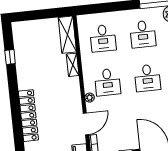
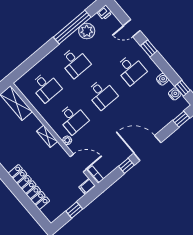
shelving: (73, 65) -> (47, 136), moved
door: (86, 124) -> (78, 163), hinge flipped

